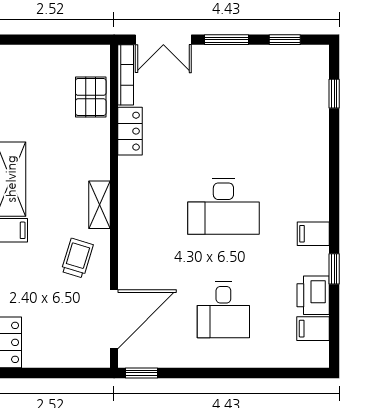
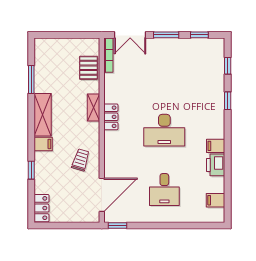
locker: (130, 131) -> (111, 117), moved
shelving: (100, 205) -> (93, 108), moved
window: (334, 269) -> (228, 101), moved
printer: (313, 295) -> (216, 165), moved

